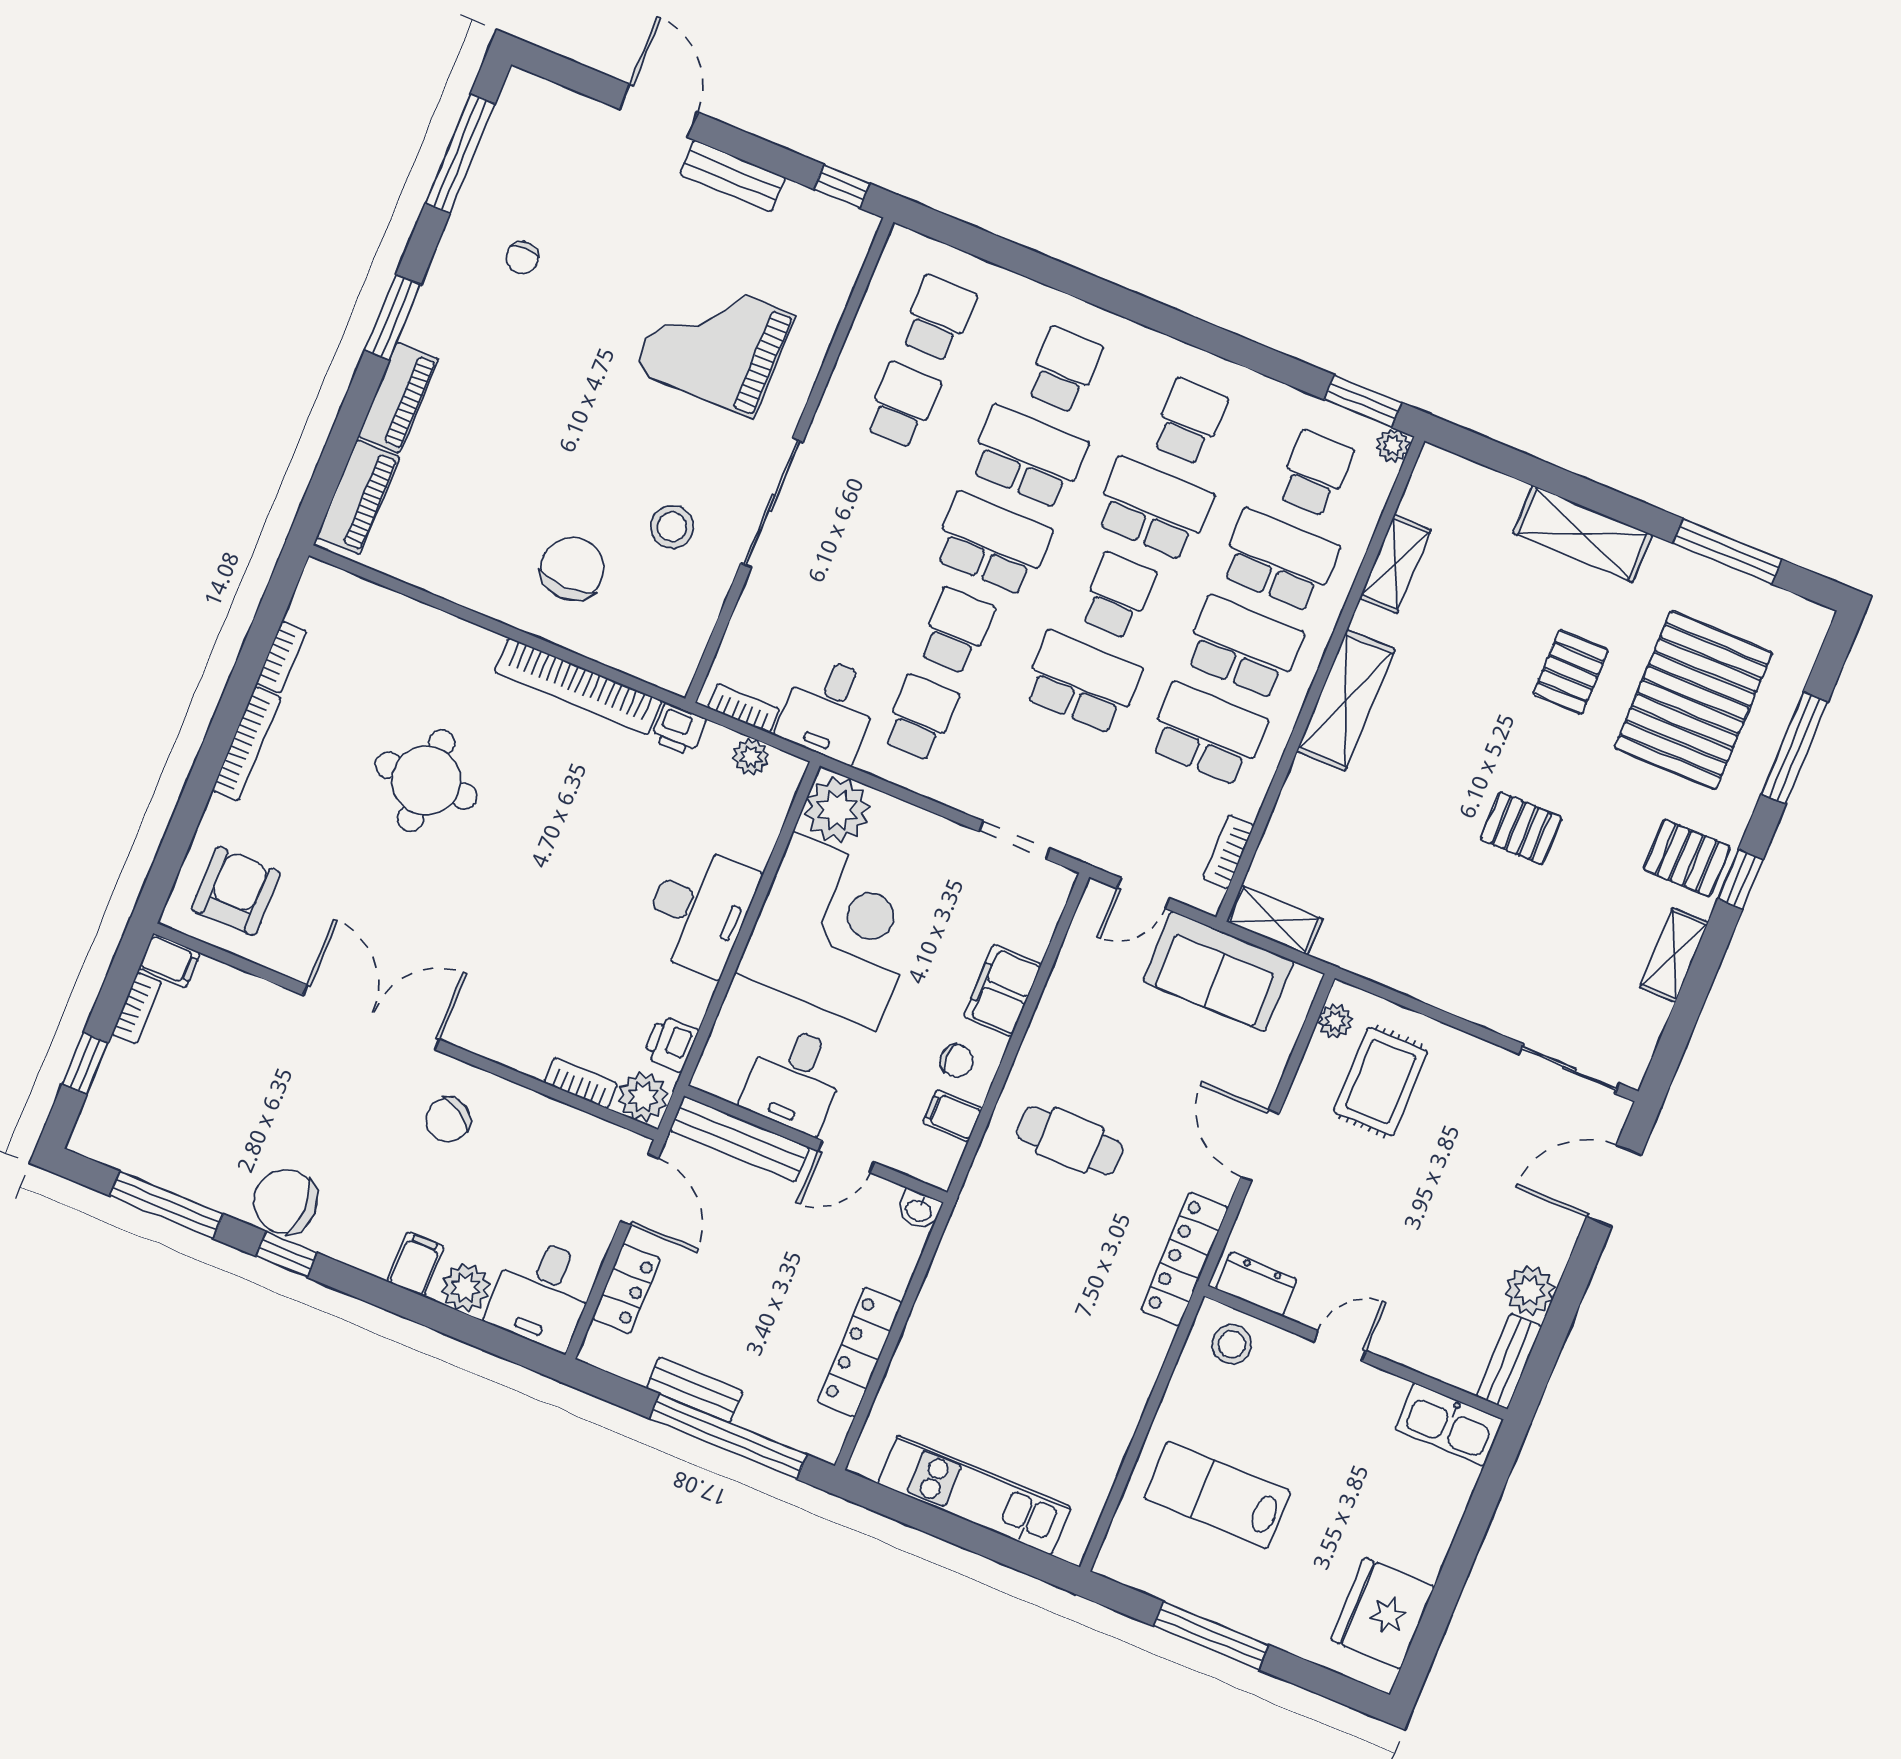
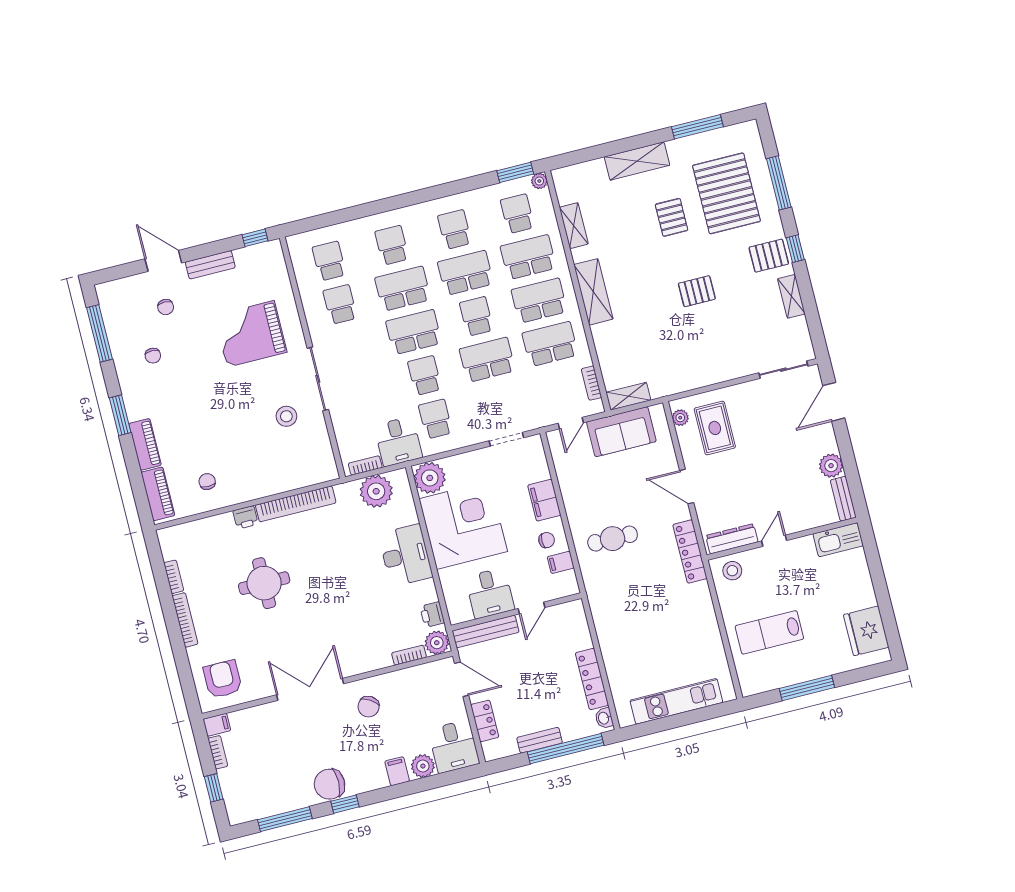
chair: (605, 192) -> (166, 307), added
chair: (572, 569) -> (207, 482), moved, width x0.54, depth x0.54
printer: (678, 729) -> (246, 517), moved
plant: (751, 757) -> (376, 491), width x1.87, depth x1.87
washbasin: (919, 1210) -> (604, 718), moved, turned 90
dresser: (1256, 1284) -> (732, 539), width x1.44

